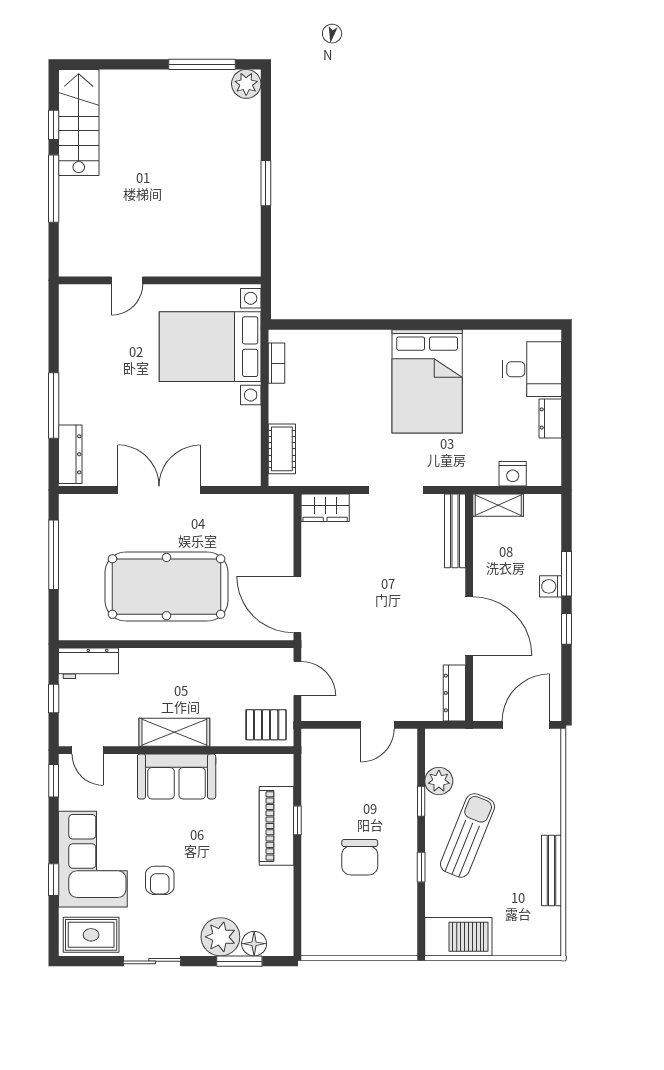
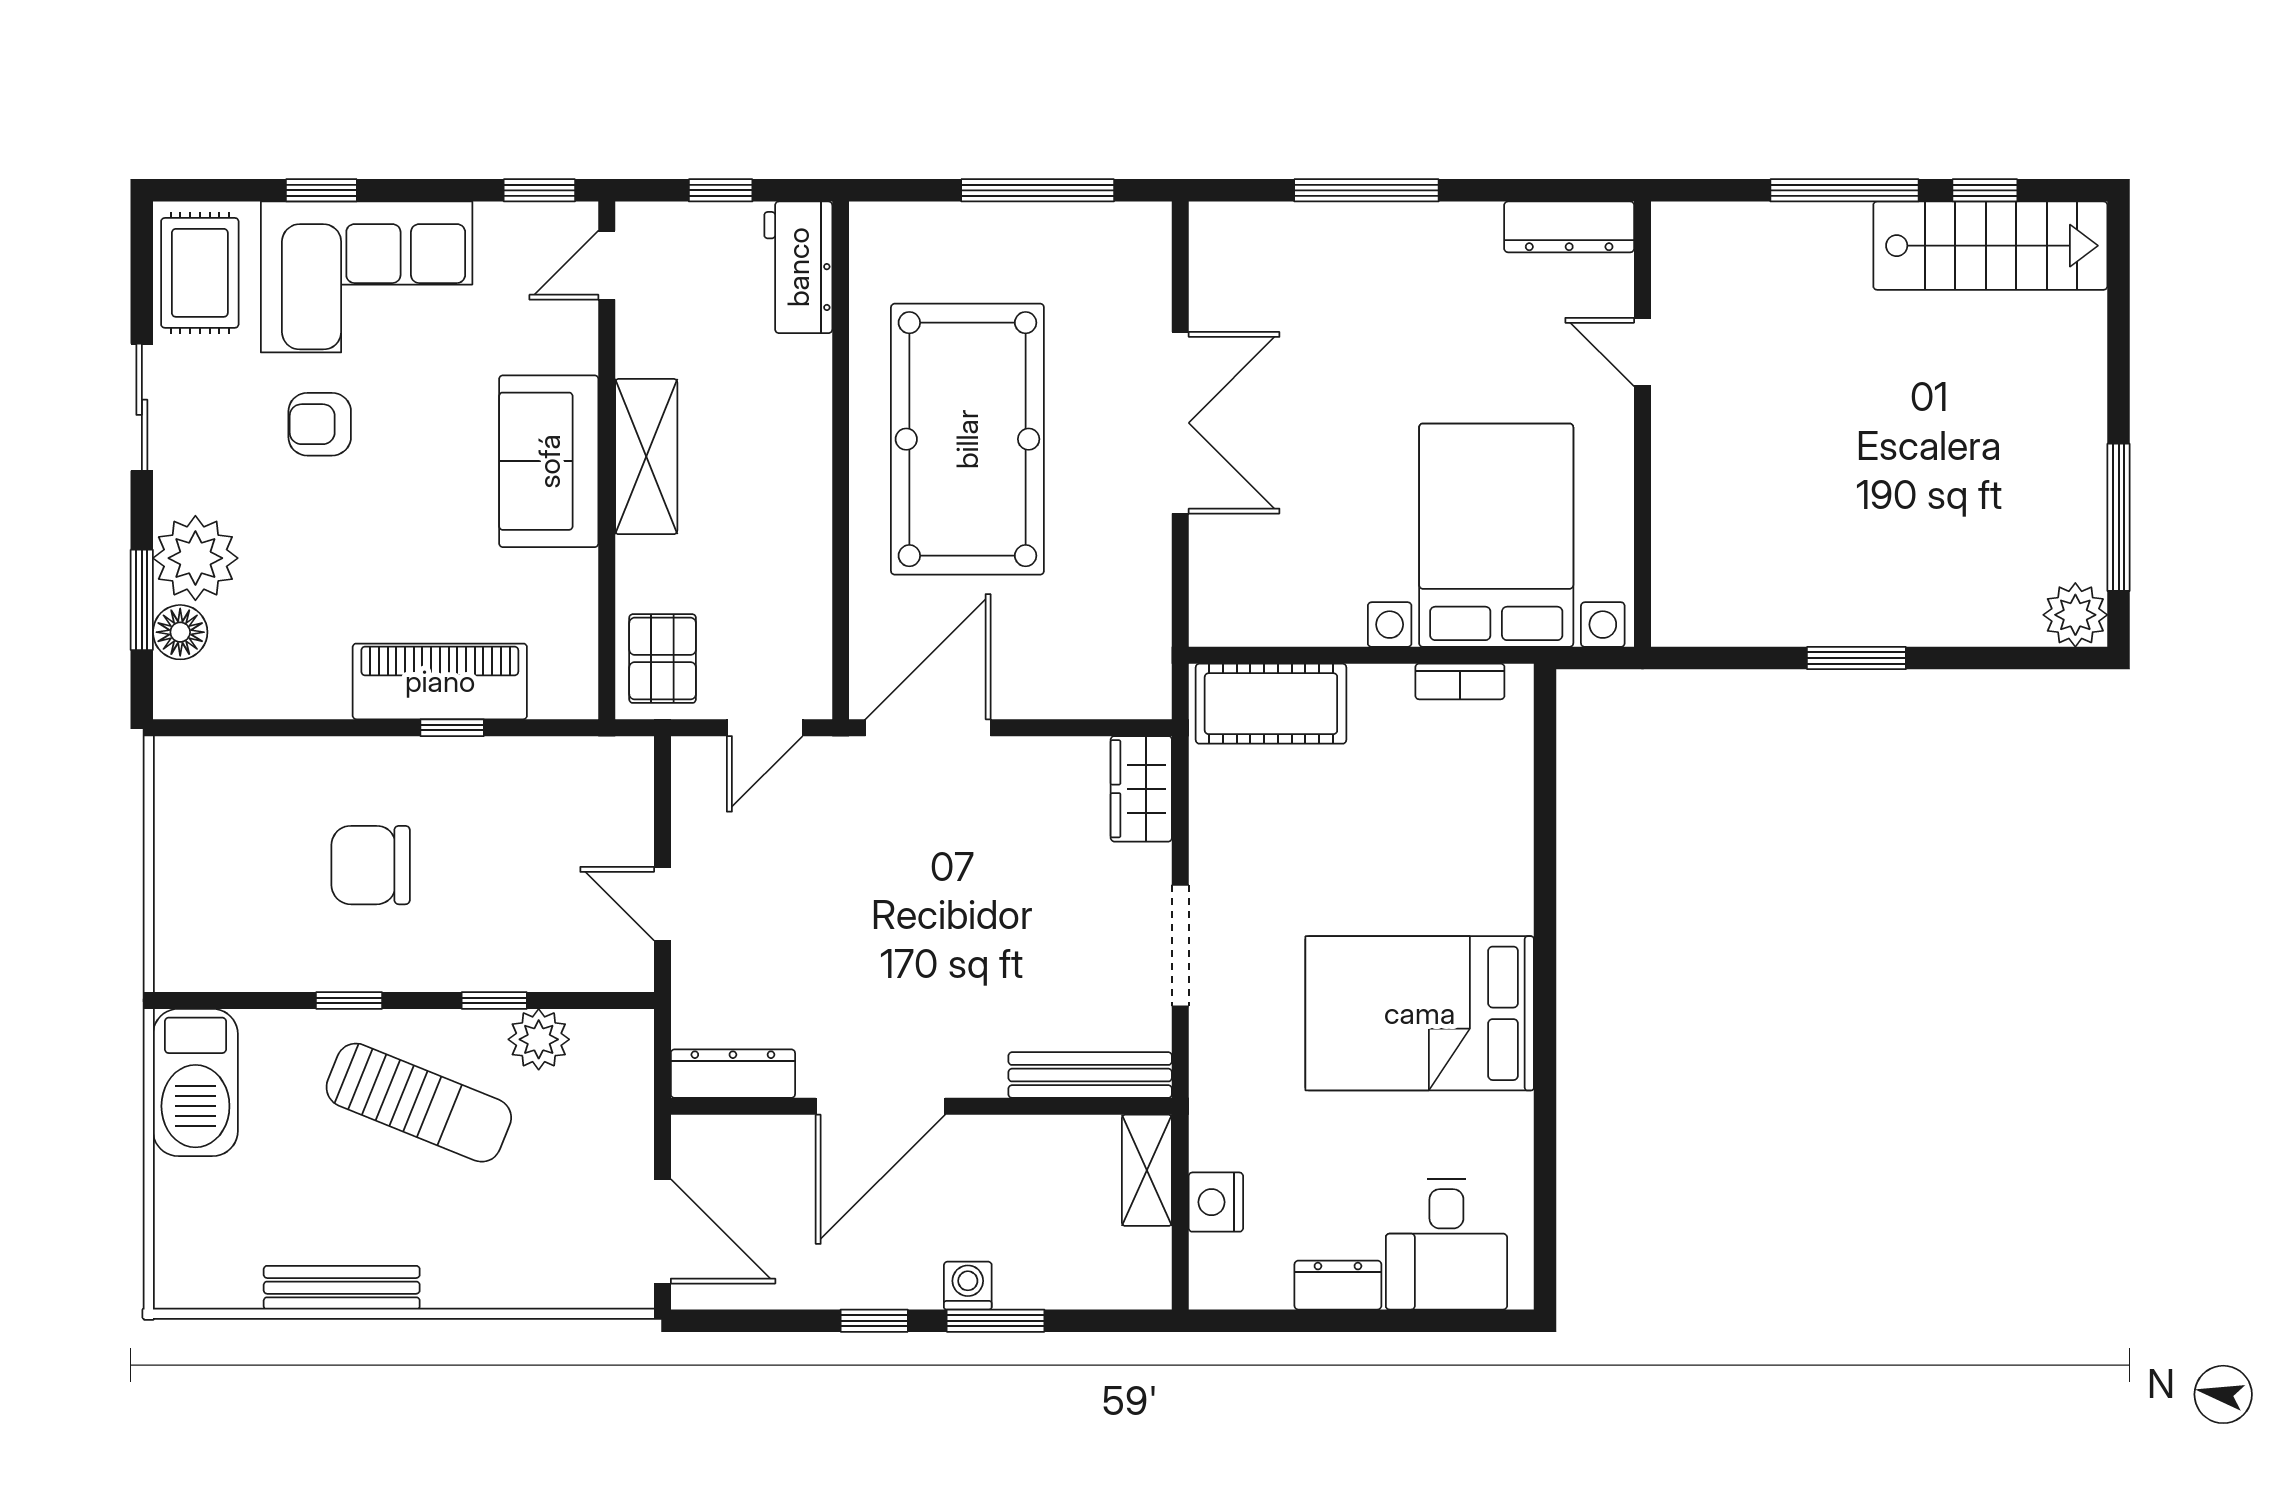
cot: (282, 449) -> (1271, 704), width x1.37, depth x1.34
dresser: (70, 454) -> (1569, 227), moved

